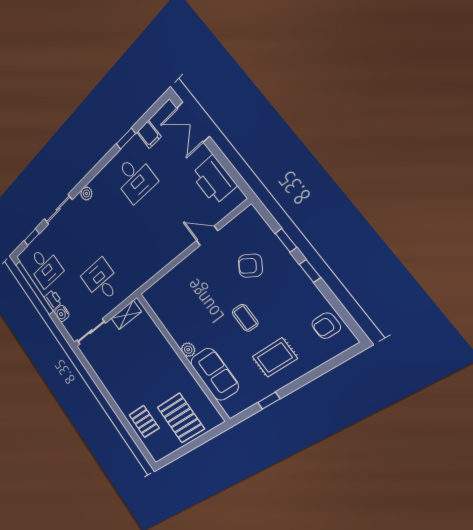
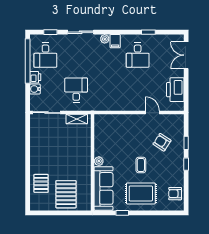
filing cabinet: (149, 134) -> (115, 41), moved
rug: (275, 357) -> (141, 193), width x1.36, depth x1.43
sofa: (214, 374) -> (103, 188), width x1.36

